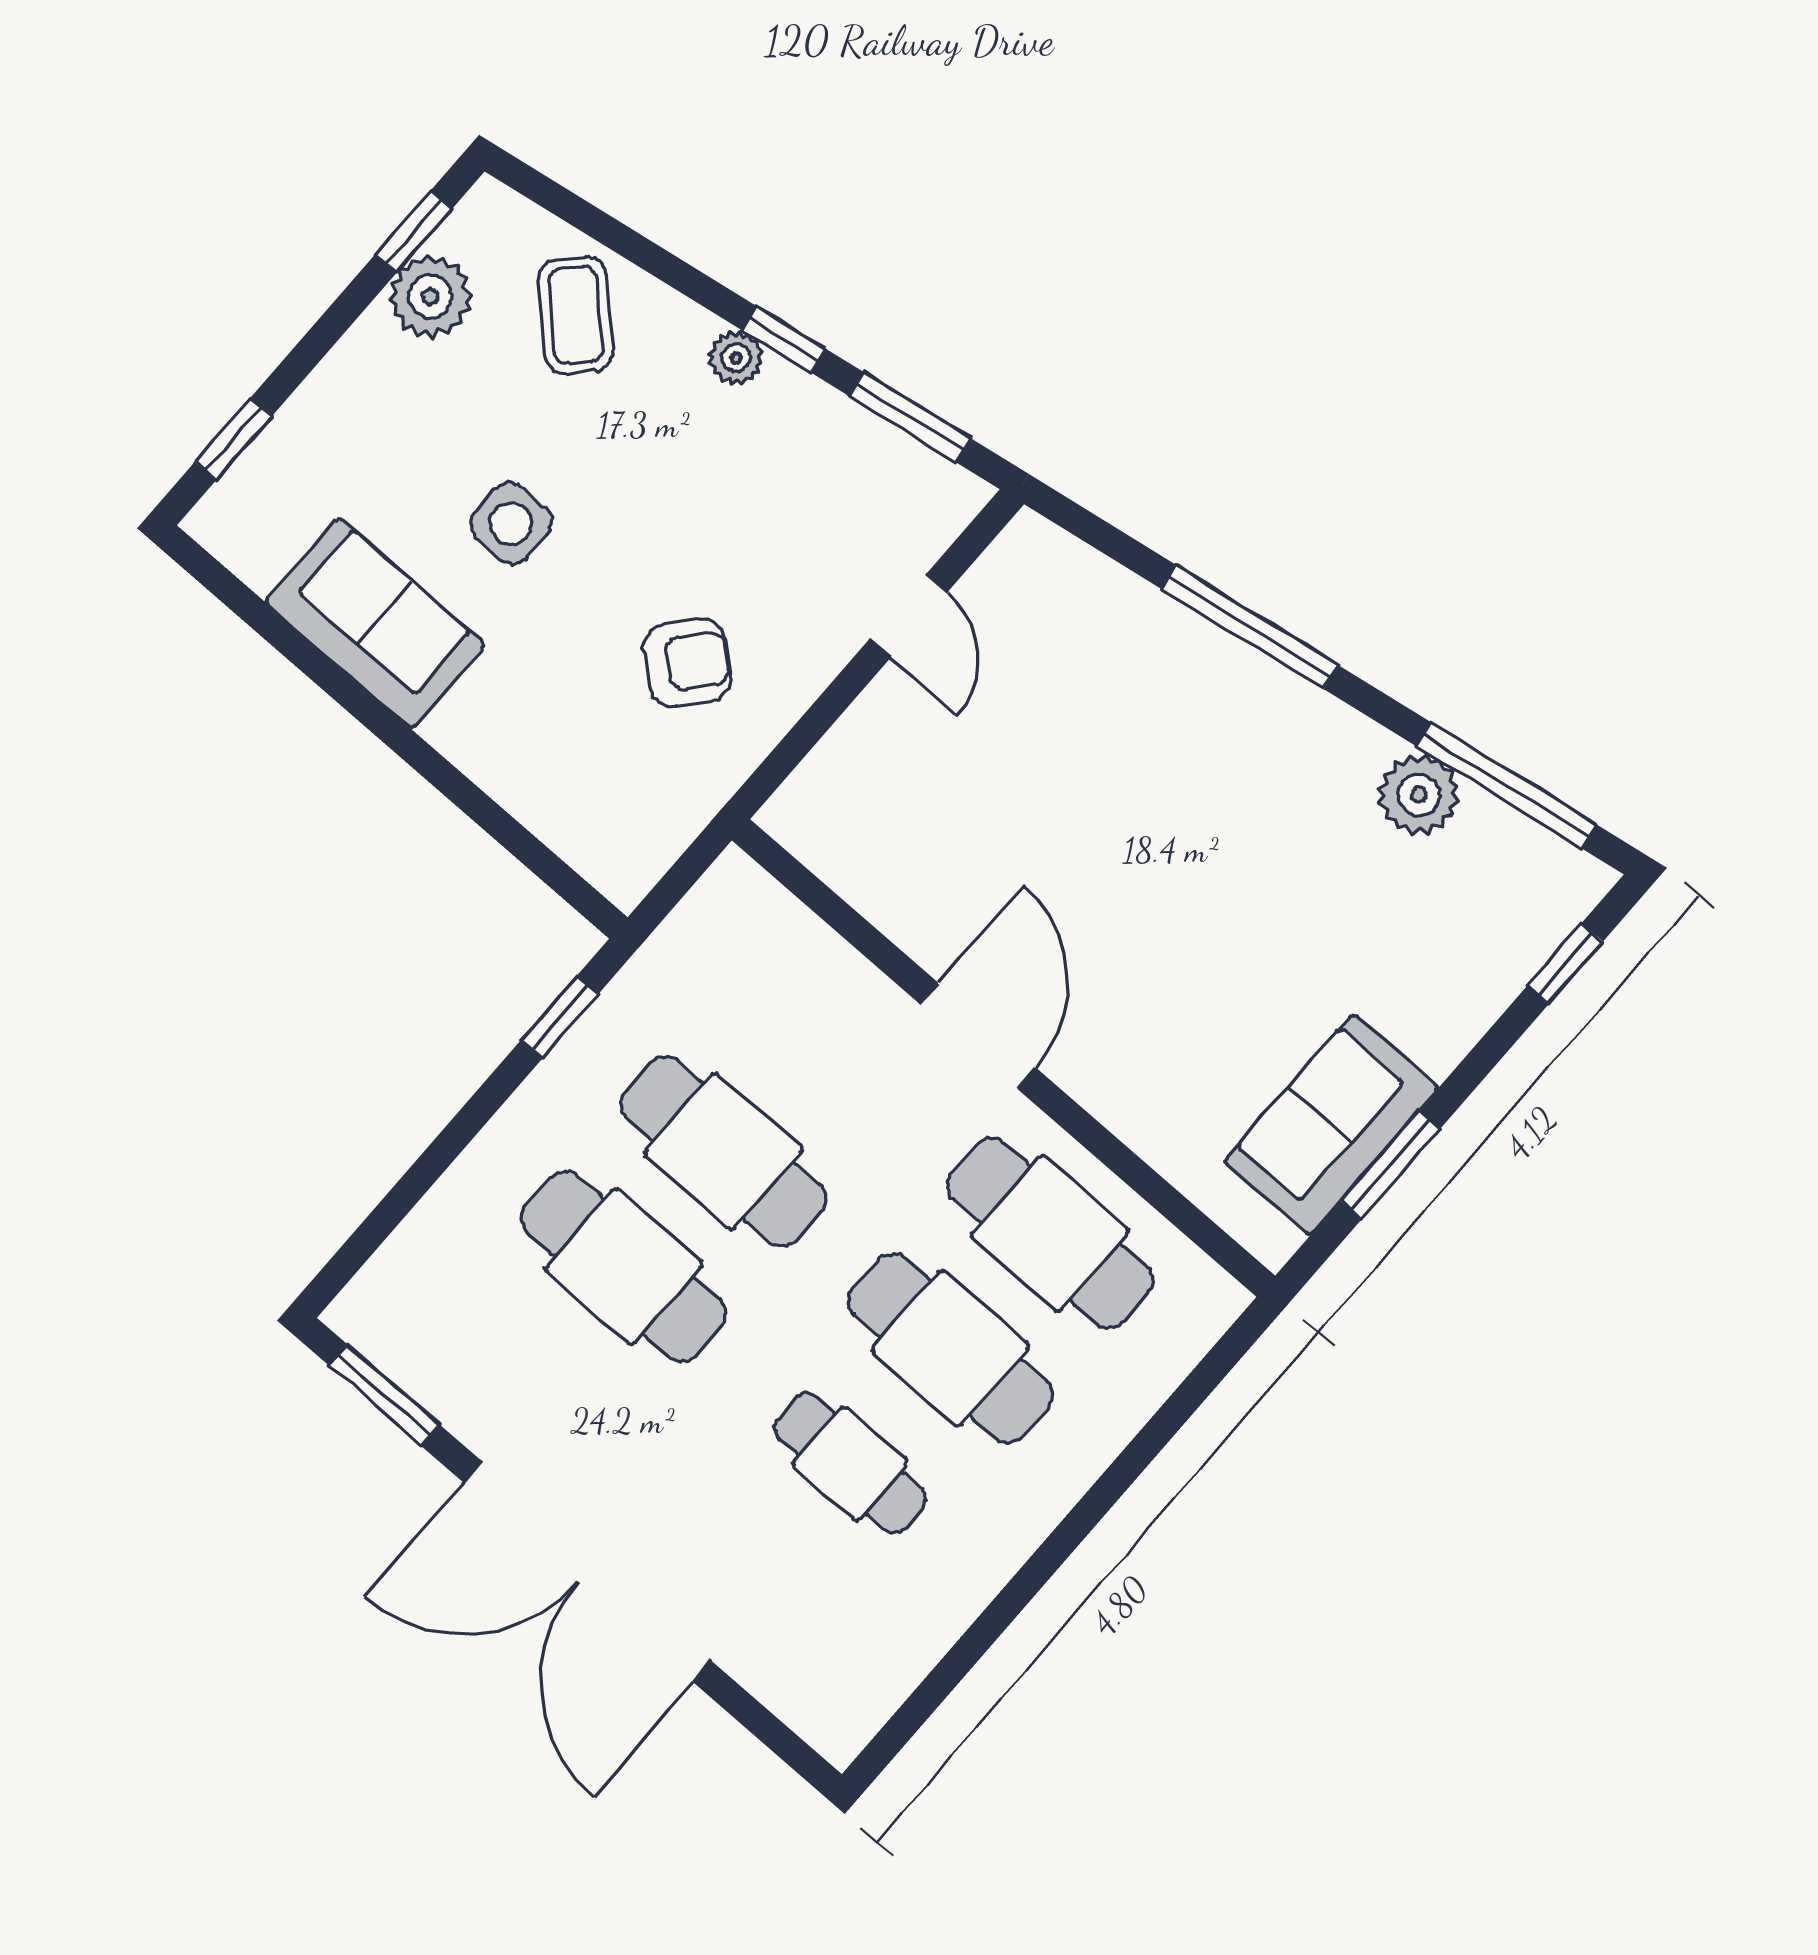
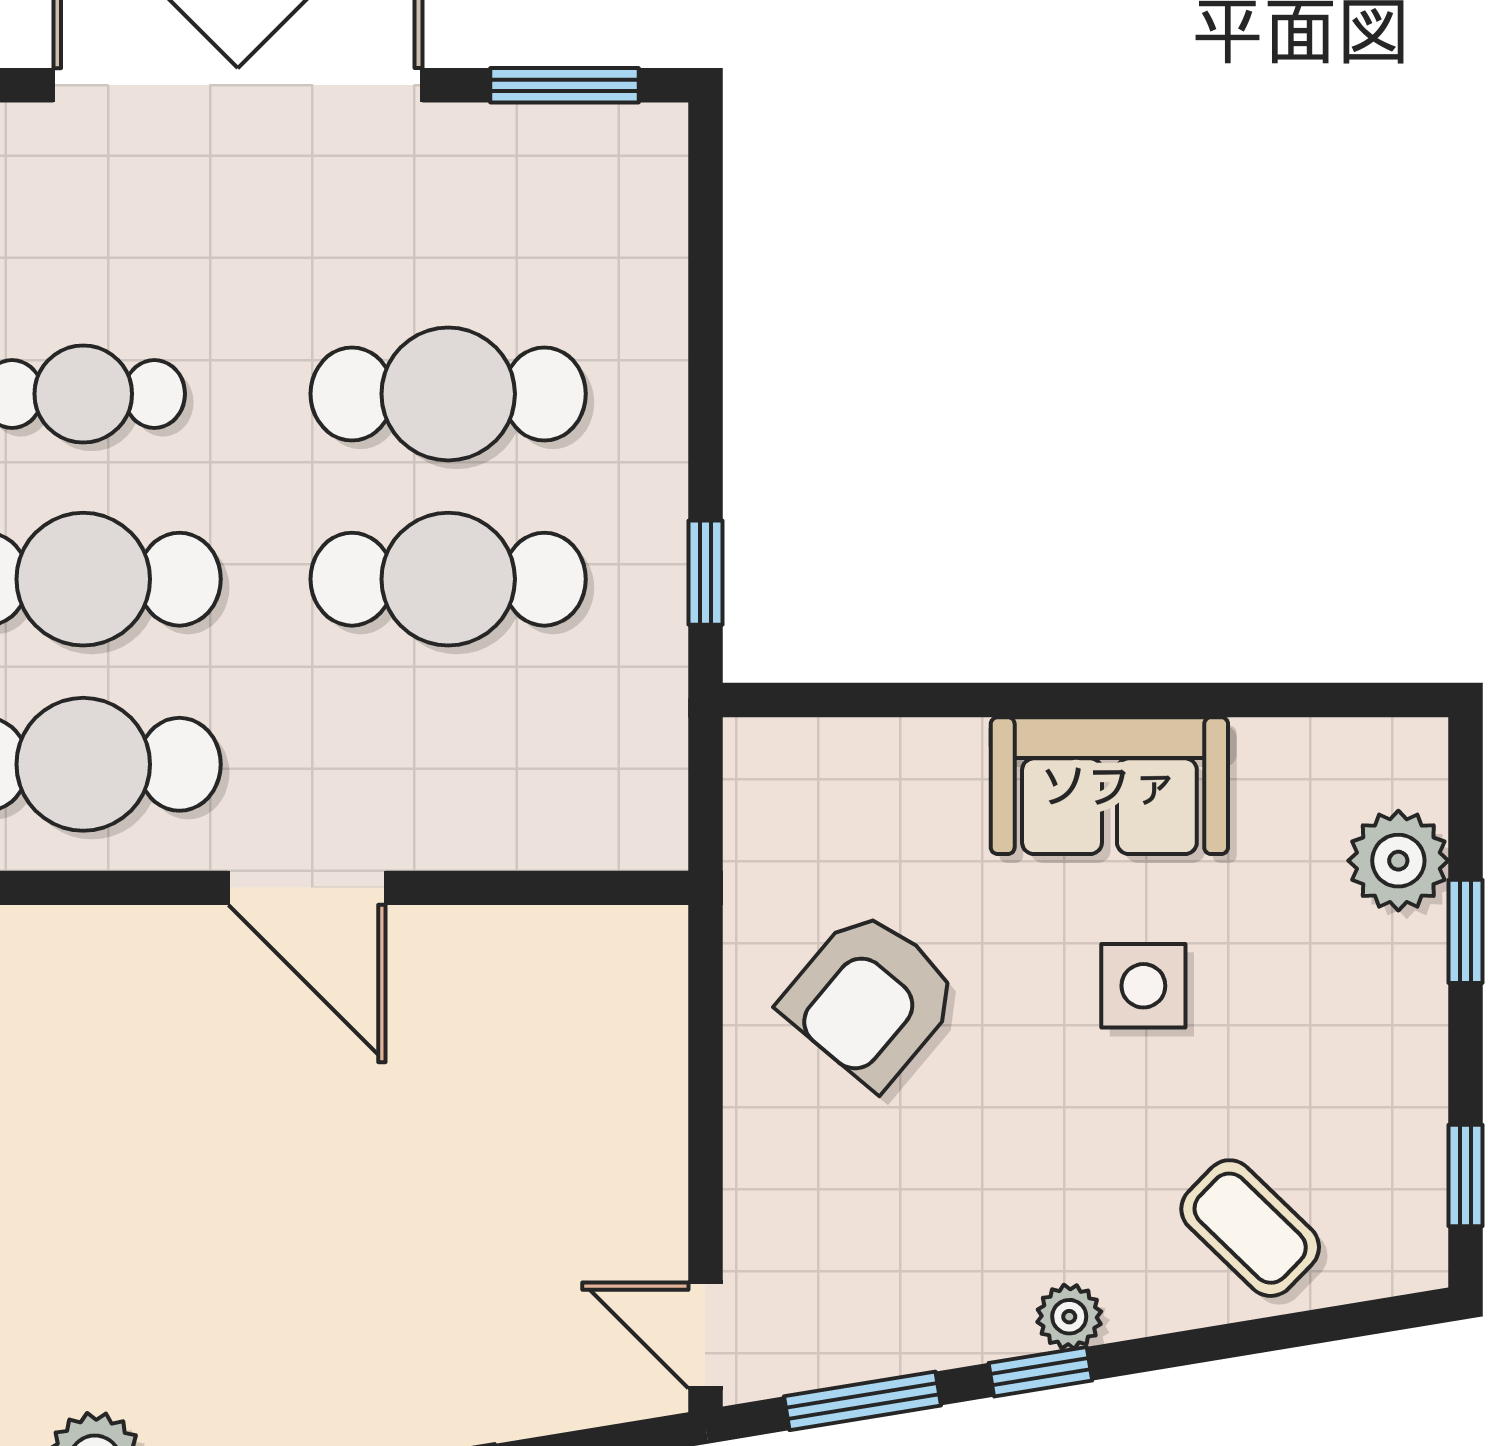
plant: (430, 297) -> (1398, 861), moved
window: (233, 439) -> (1465, 931), moved
door: (908, 616) -> (705, 1335), moved
sofa: (375, 623) -> (1109, 786), moved
armchair: (687, 663) -> (871, 999), width x1.38, depth x1.38

